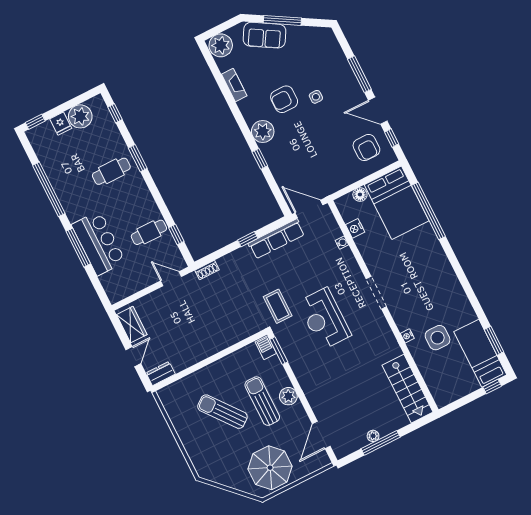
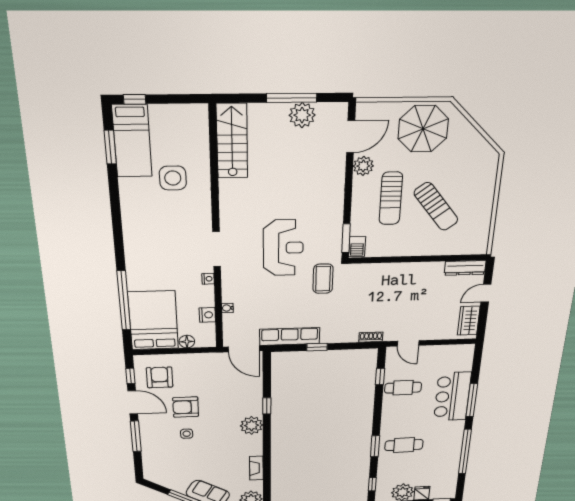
armchair: (284, 99) -> (186, 407), moved, turned 180
nightstand: (407, 336) -> (208, 279), moved
dresser: (161, 374) -> (465, 268), width x1.44
plant: (288, 396) -> (363, 166), moved
plant: (373, 436) -> (302, 115), width x1.88, depth x1.88

